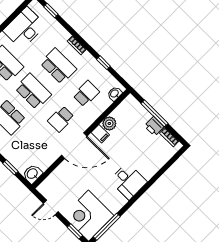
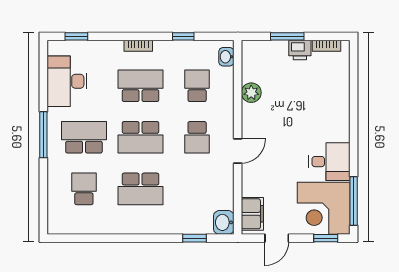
school desk: (33, 91) -> (141, 137), turned 180
window: (155, 113) -> (287, 36), width x0.69
filing cabinet: (100, 134) -> (252, 214), moved, width x2.00
door: (74, 146) -> (238, 151), width x0.53
desk: (128, 181) -> (329, 162), moved

